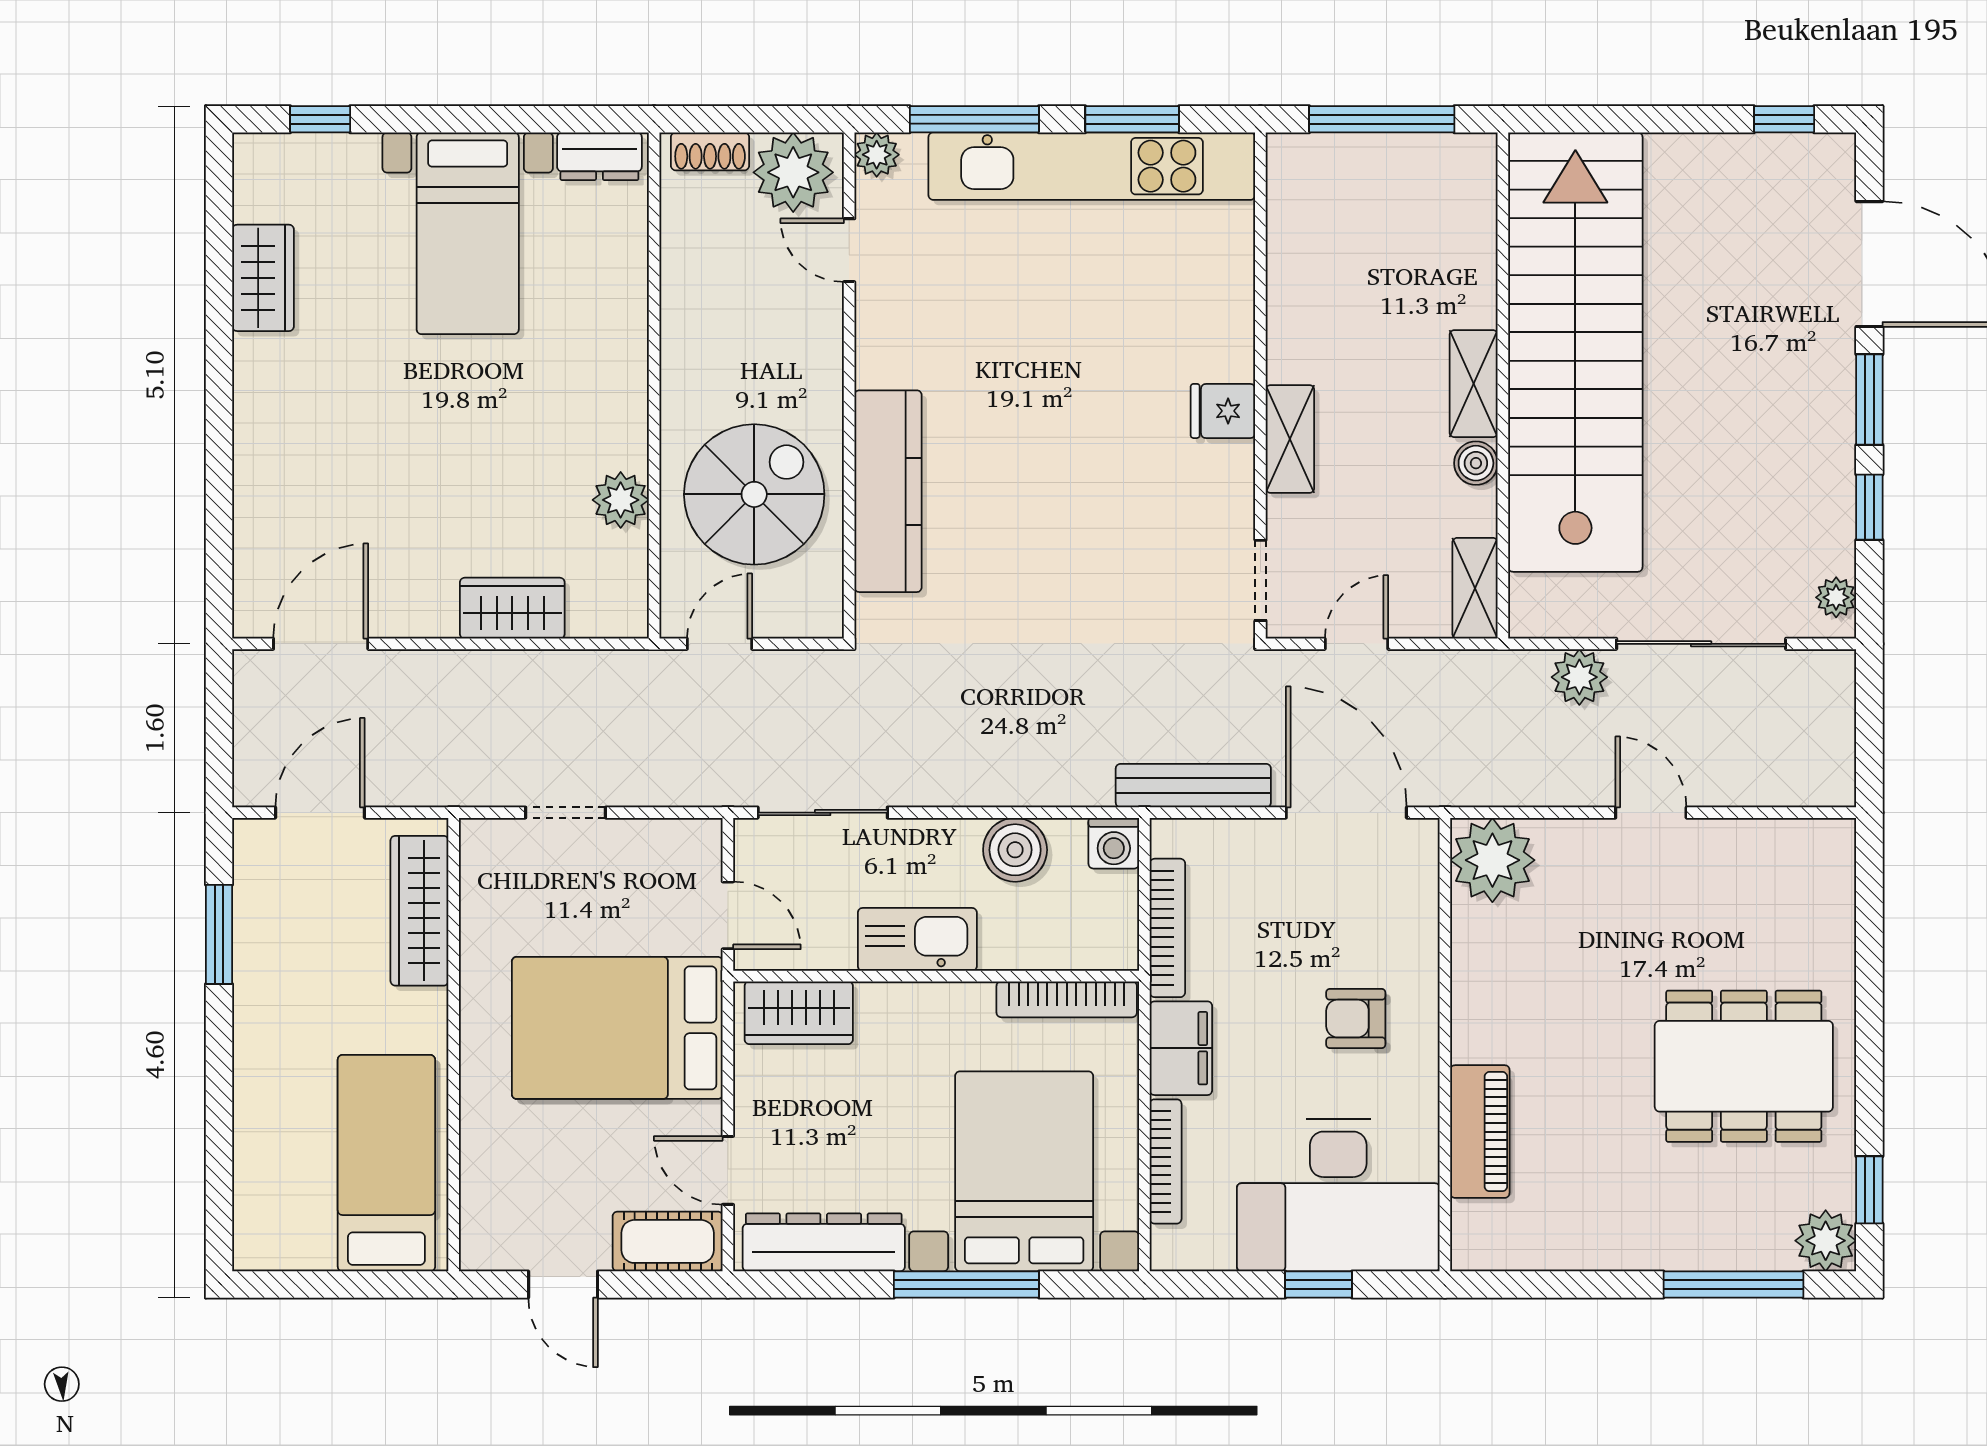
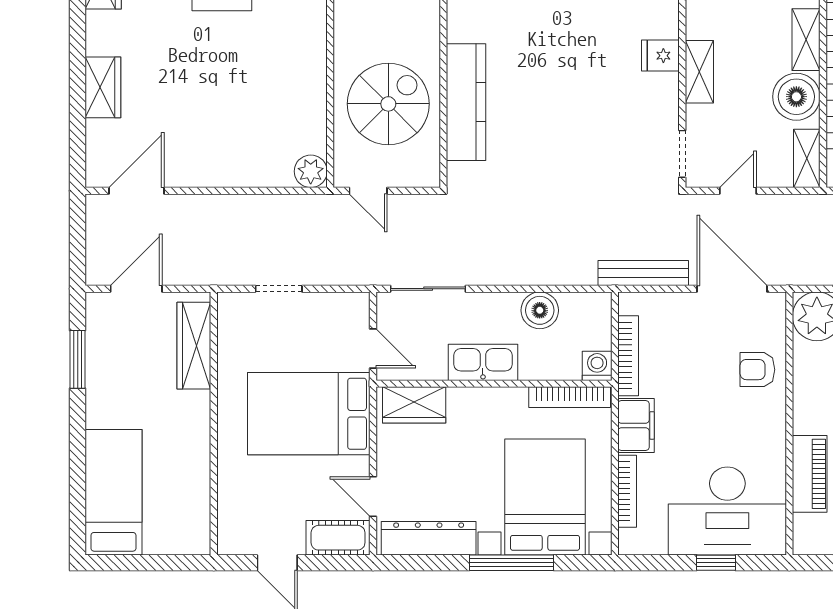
boiler: (1476, 463) -> (796, 97), width x1.86, depth x1.86
plant: (621, 500) -> (311, 171), moved
wardrobe: (512, 608) -> (103, 87), moved, turned 90
door: (720, 644) -> (368, 191), swing flipped
washing machine: (1114, 843) -> (597, 366), moved, turned 180
armchair: (1356, 1019) -> (757, 370), moved
bed: (386, 1163) -> (113, 492), moved

